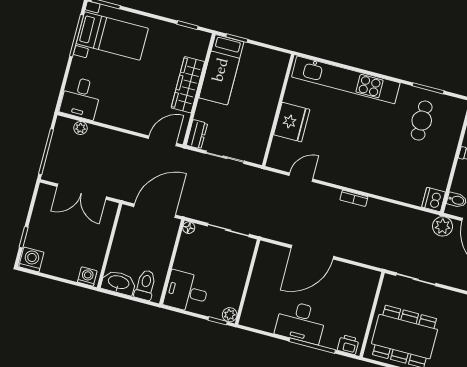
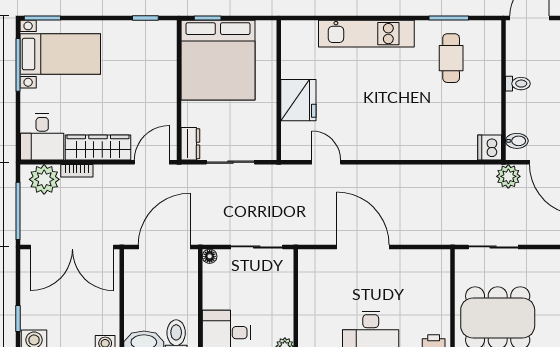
bed: (221, 70) -> (218, 60), width x2.04
kitchen unit: (346, 80) -> (366, 34), width x0.73
wardrobe: (188, 85) -> (98, 147), moved, turned 90
plant: (81, 128) -> (44, 179), width x1.87, depth x1.87
door: (301, 177) -> (326, 162), hinge flipped
double door: (82, 192) -> (72, 247), width x1.36
bookcase: (354, 198) -> (77, 171), moved
door: (312, 252) -> (363, 247), swing flipped

